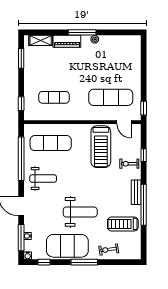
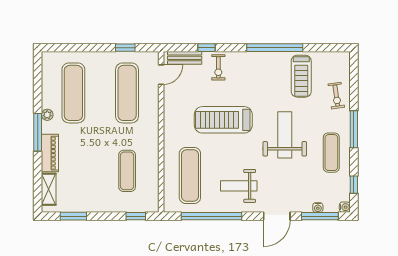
exercise mat: (111, 58) -> (73, 93), added
window: (144, 108) -> (125, 48), moved
treadmill: (101, 147) -> (223, 120), moved, turned 180
weight bench: (43, 179) -> (239, 186), turned -90
bench: (136, 192) -> (185, 58), moved
exercise mat: (67, 246) -> (331, 153), width x0.50, depth x0.69

